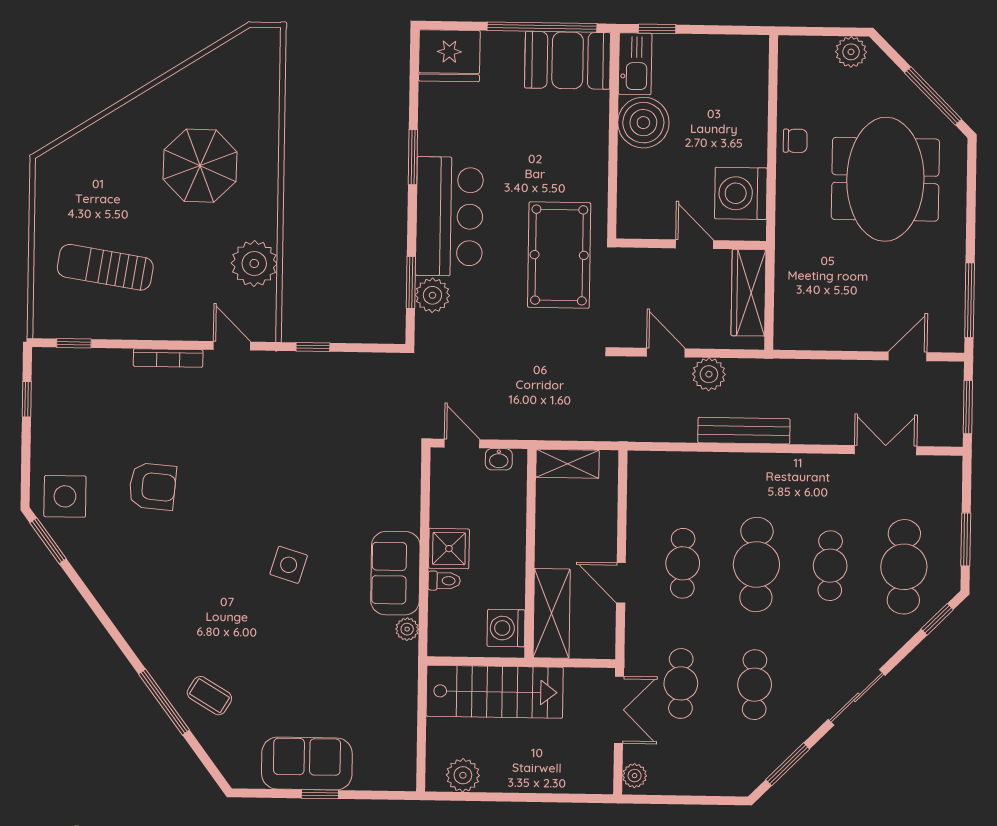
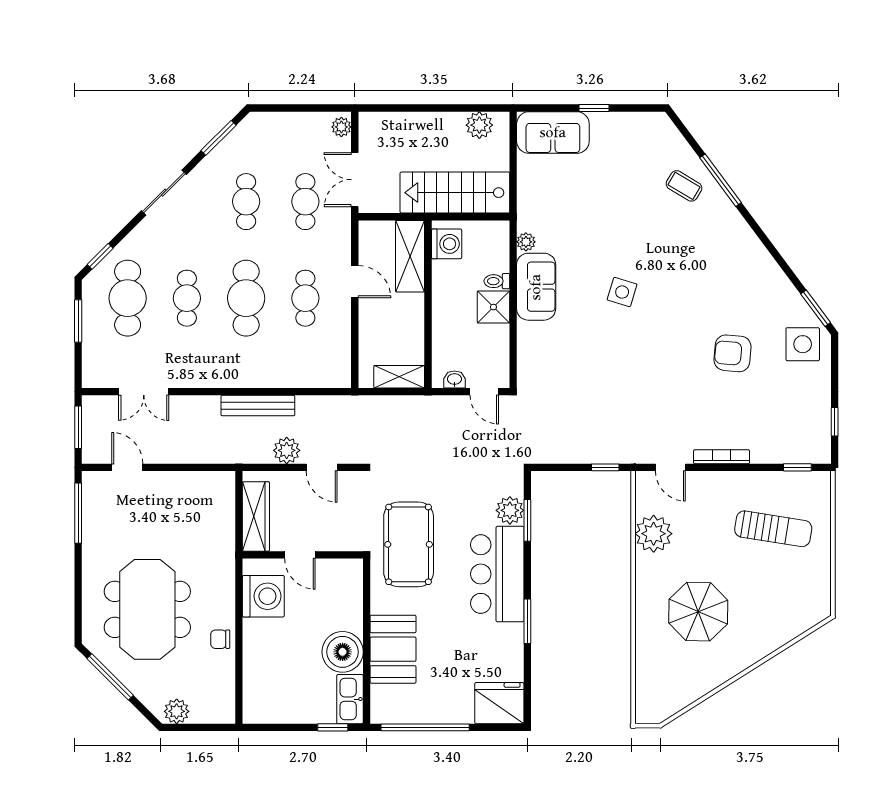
booth: (568, 60) -> (393, 649), moved, turned 90
door: (907, 356) -> (127, 467), swing flipped
sofa: (307, 764) -> (553, 133), moved

